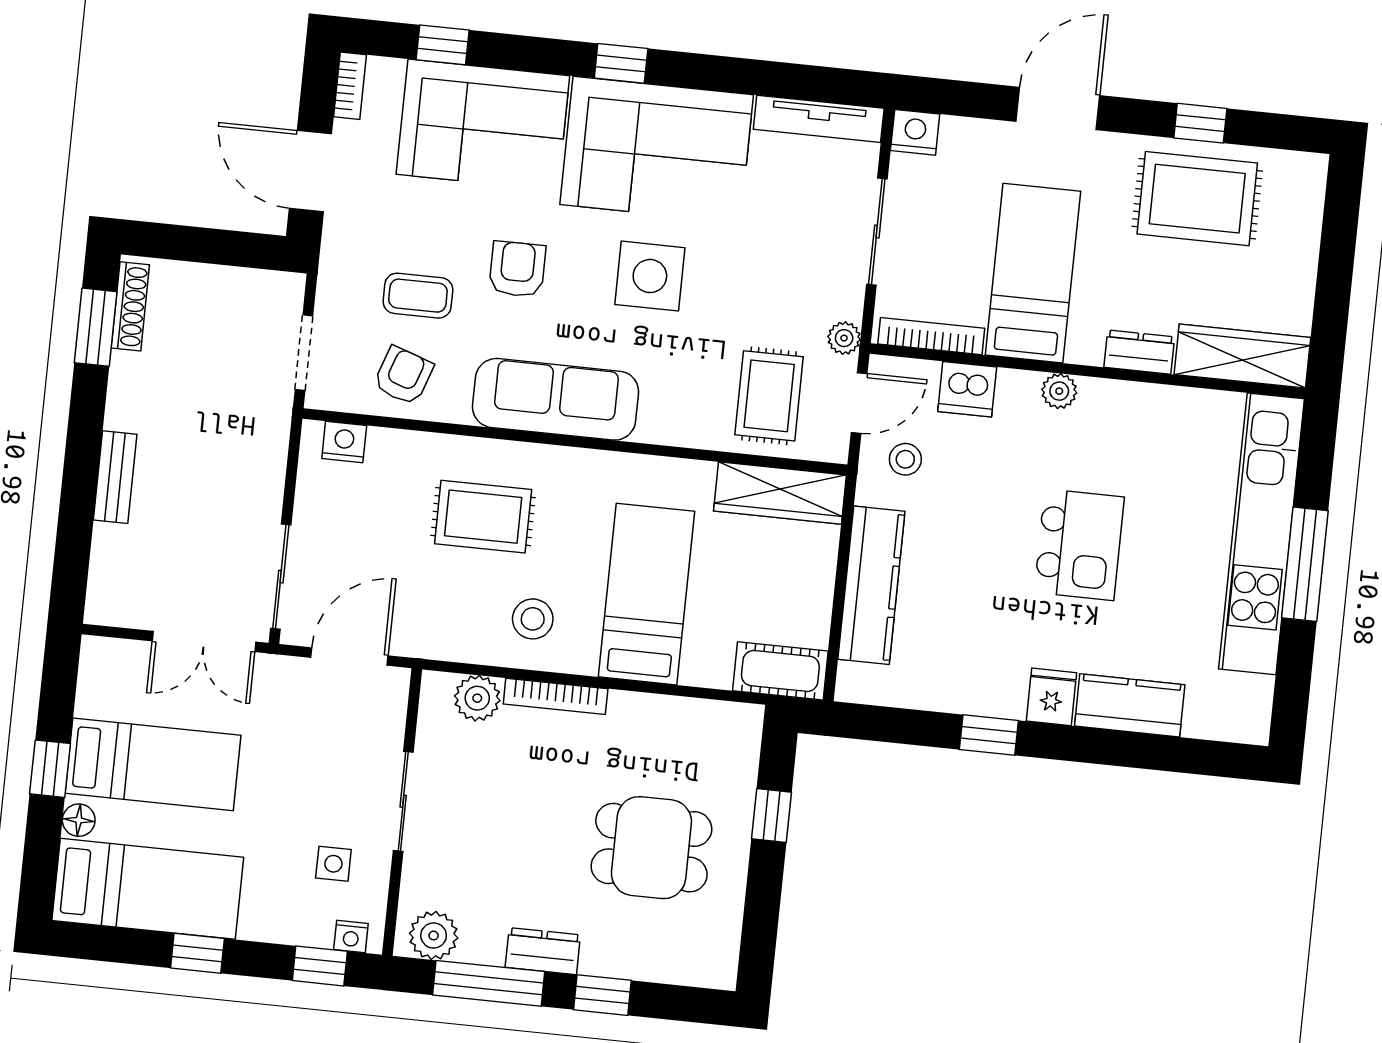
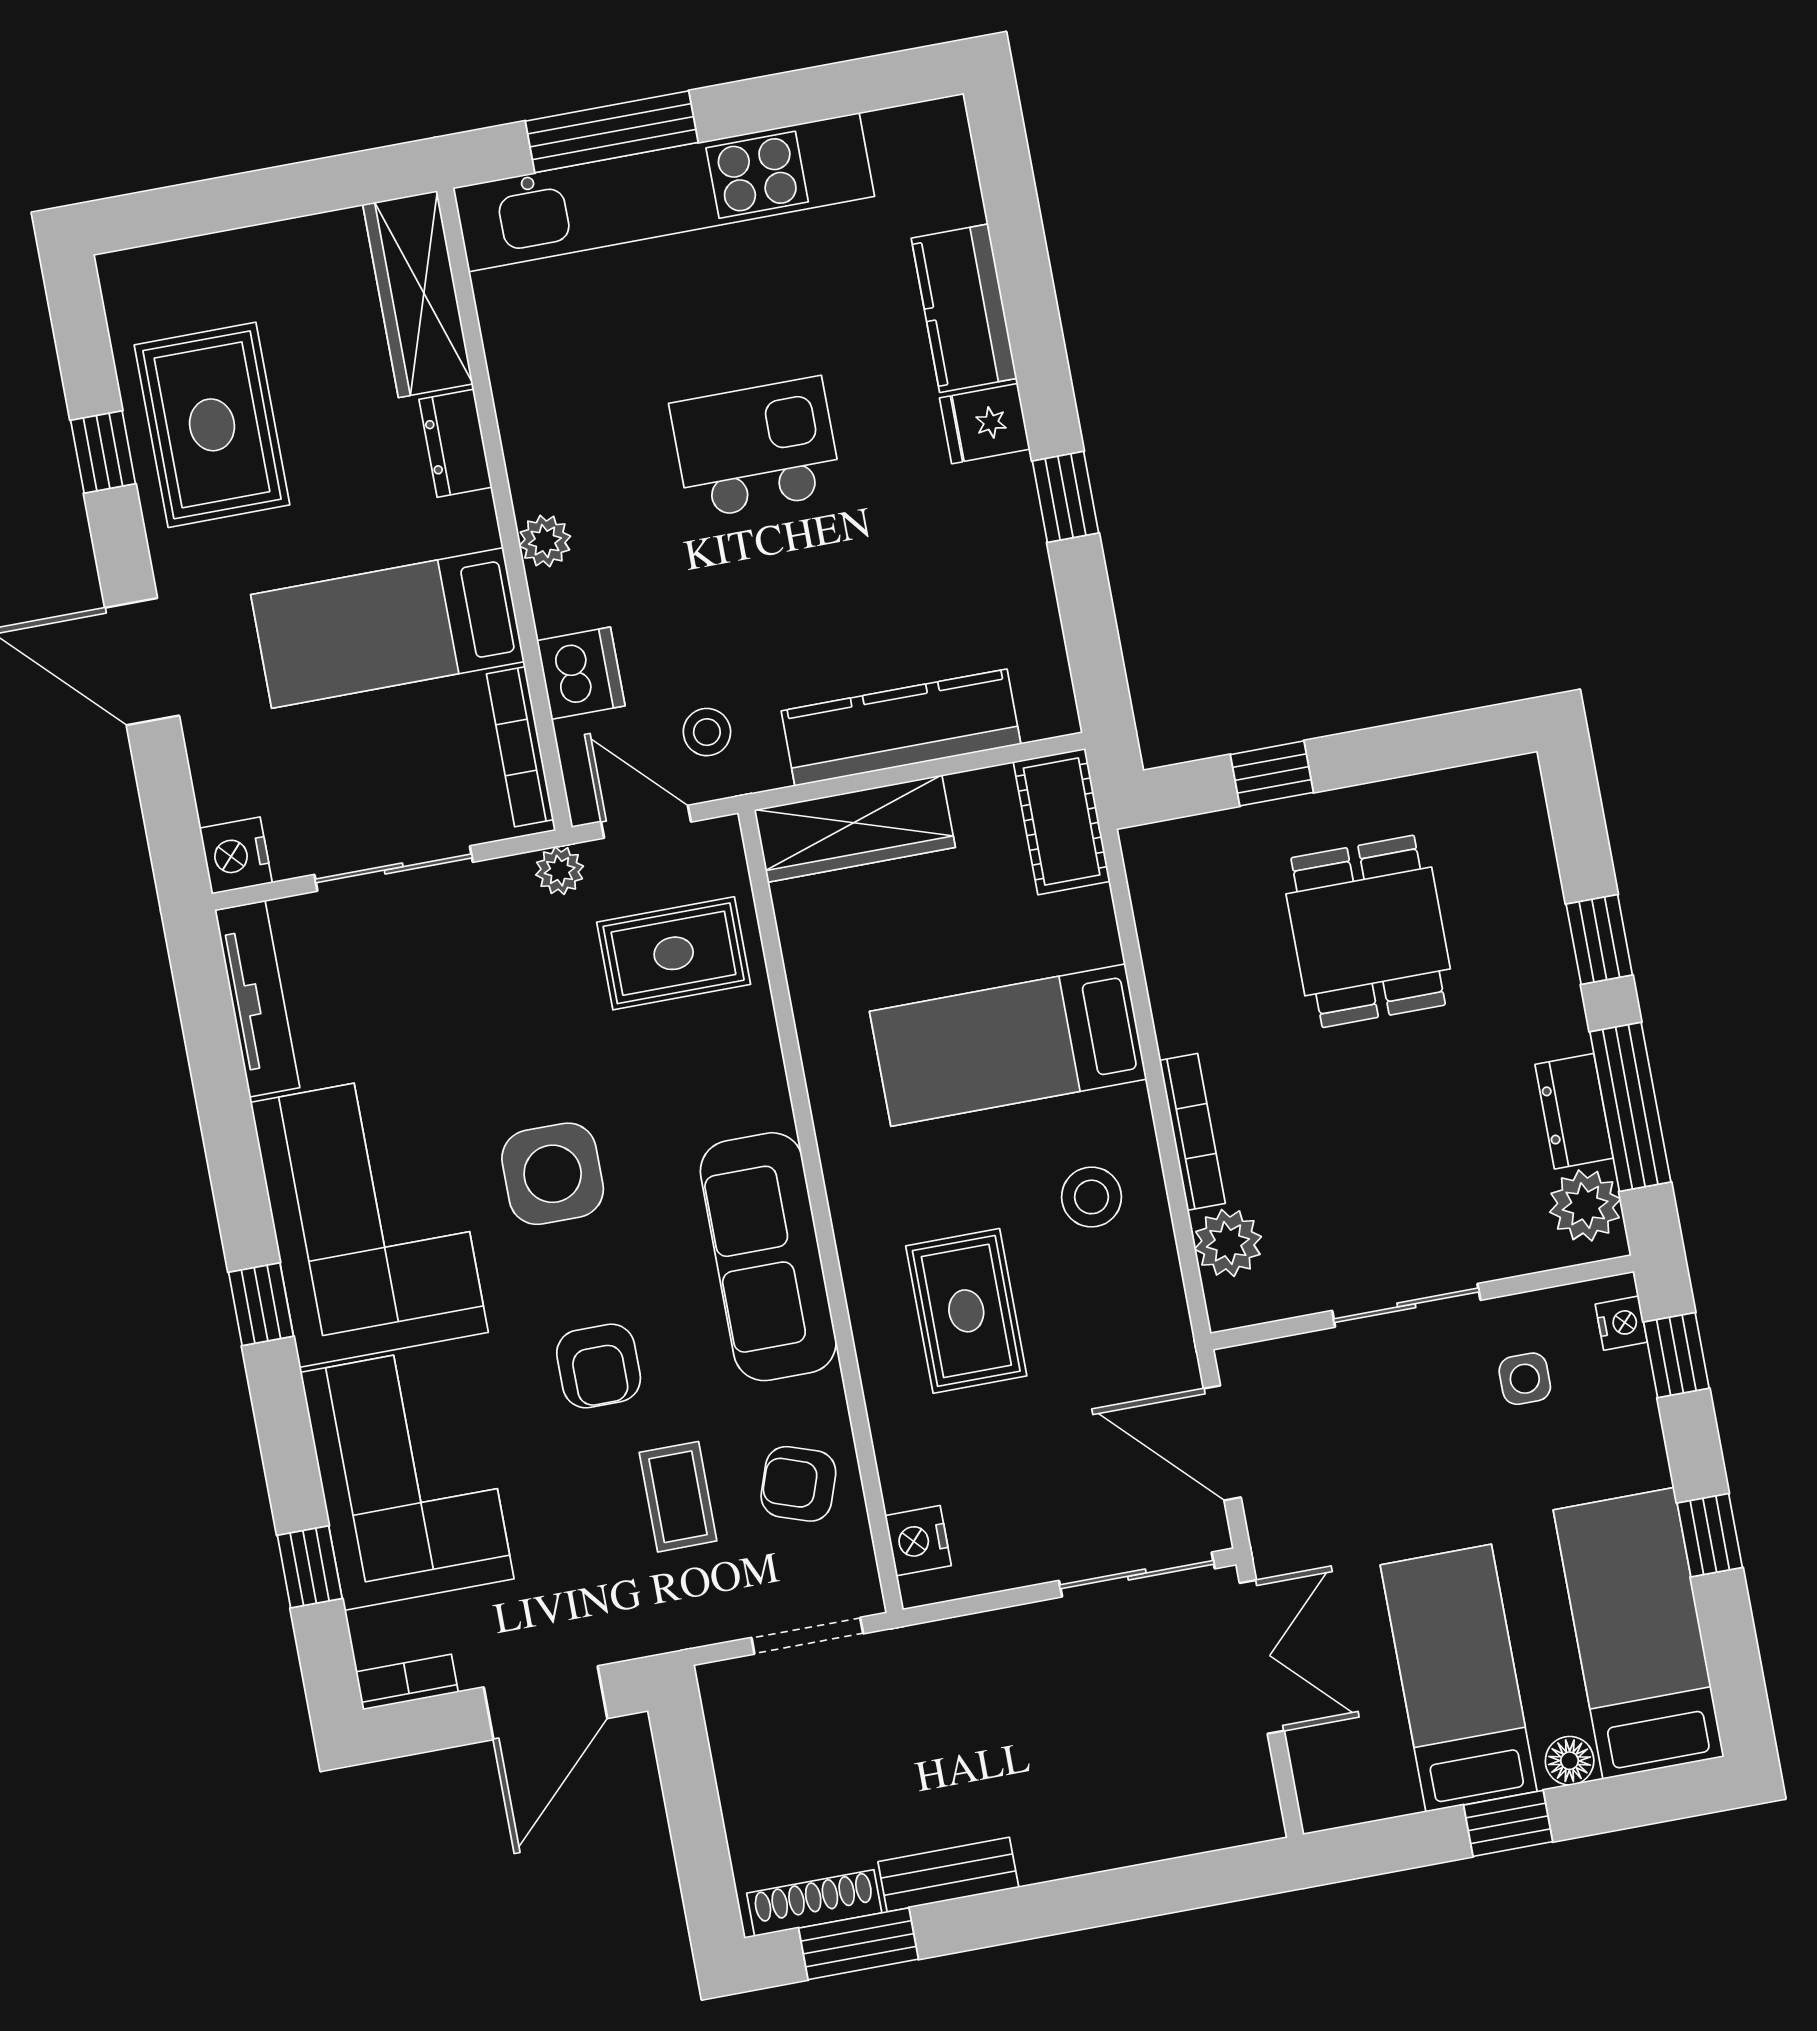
armchair: (517, 269) -> (599, 1366), turned -90
bench: (115, 477) -> (948, 1875), moved
wardrobe: (780, 493) -> (855, 829), moved, turned 90
window: (1305, 564) -> (612, 132), moved
dresser: (543, 951) -> (1574, 1111), moved

